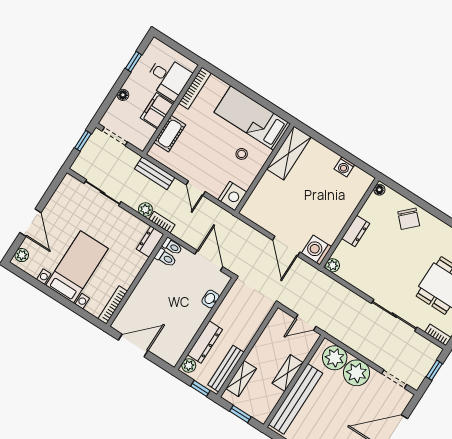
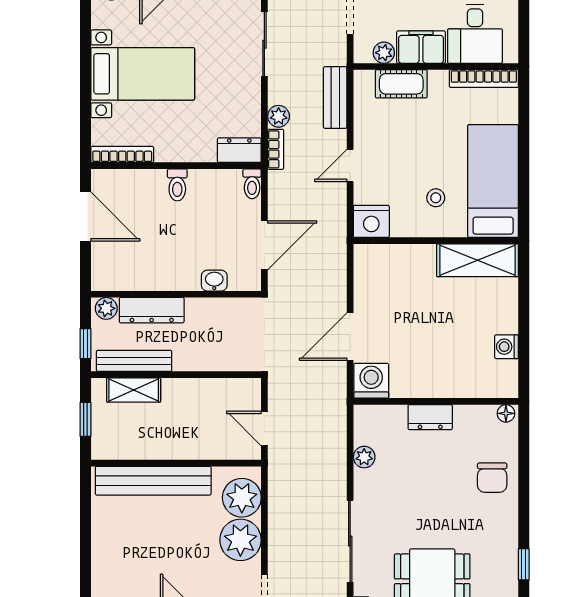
plant: (147, 132) -> (384, 53), added
chair: (409, 219) -> (492, 478), turned -46
toilet: (166, 258) -> (177, 185), moved
plant: (333, 265) -> (364, 457), moved
shelving: (288, 373) -> (181, 448), removed

